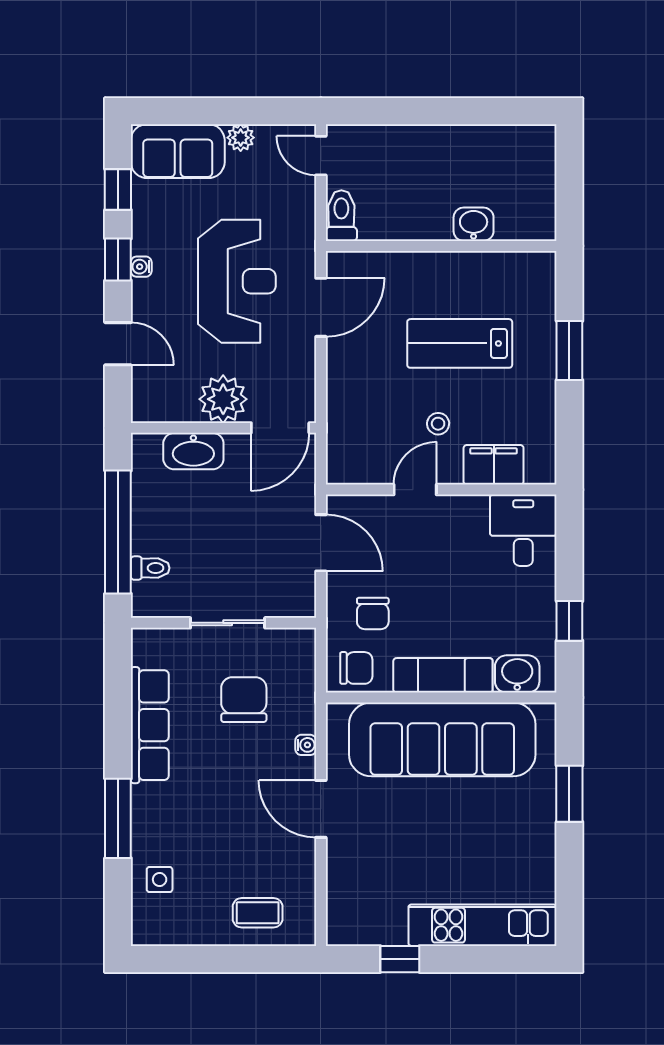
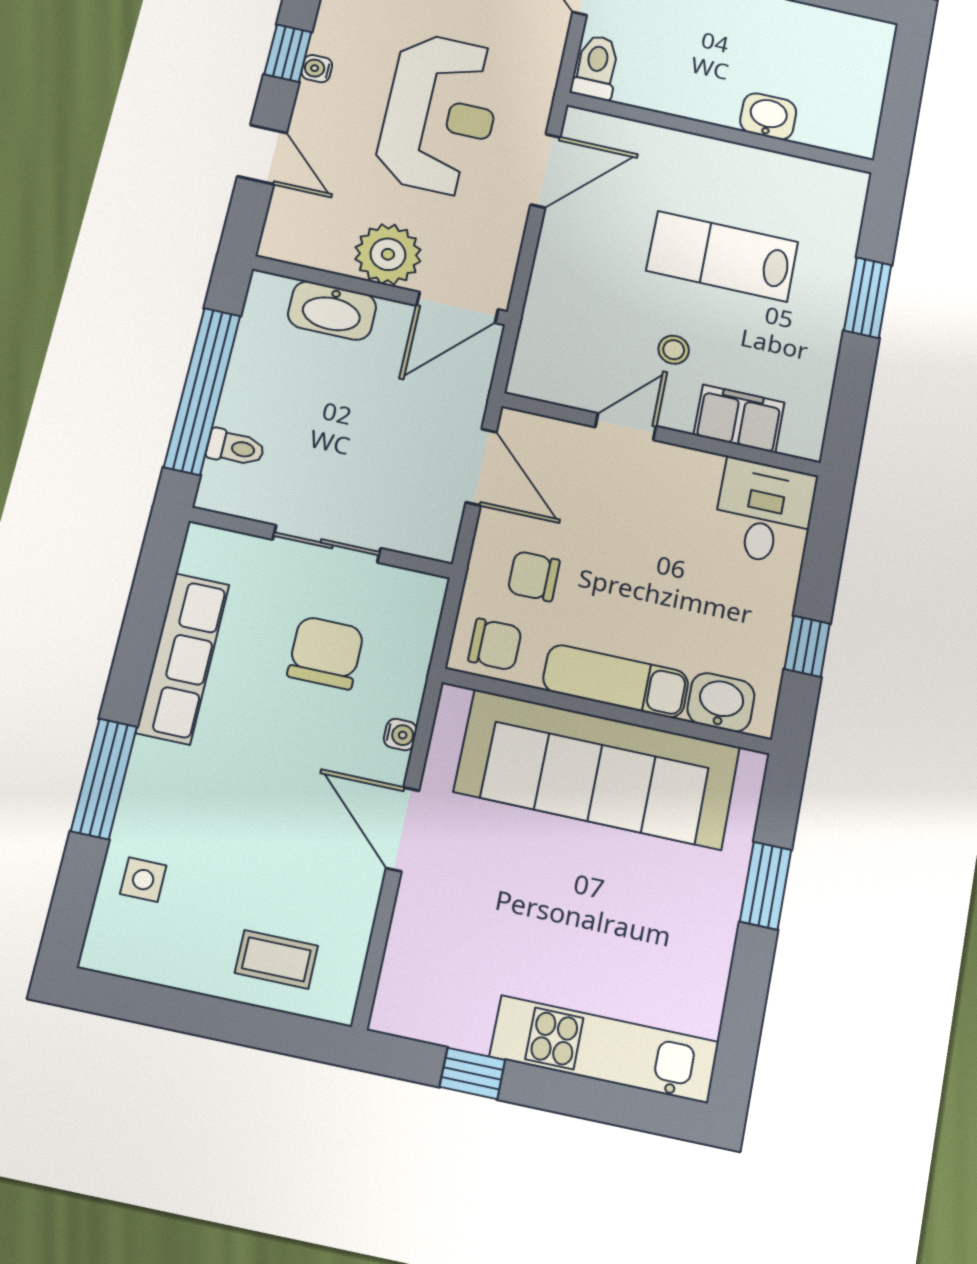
chair: (373, 613) -> (534, 576), turned 90

